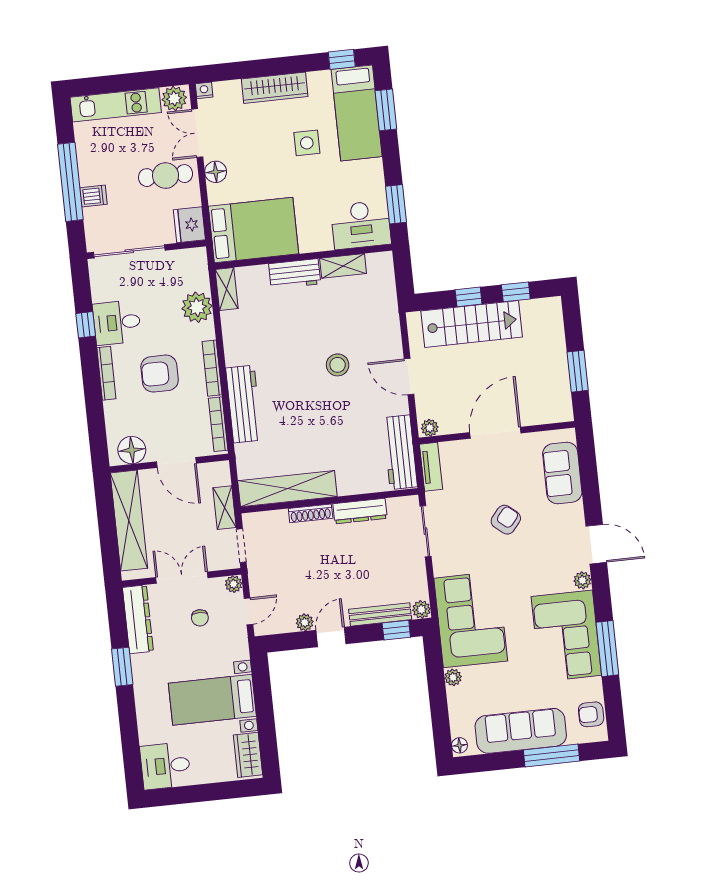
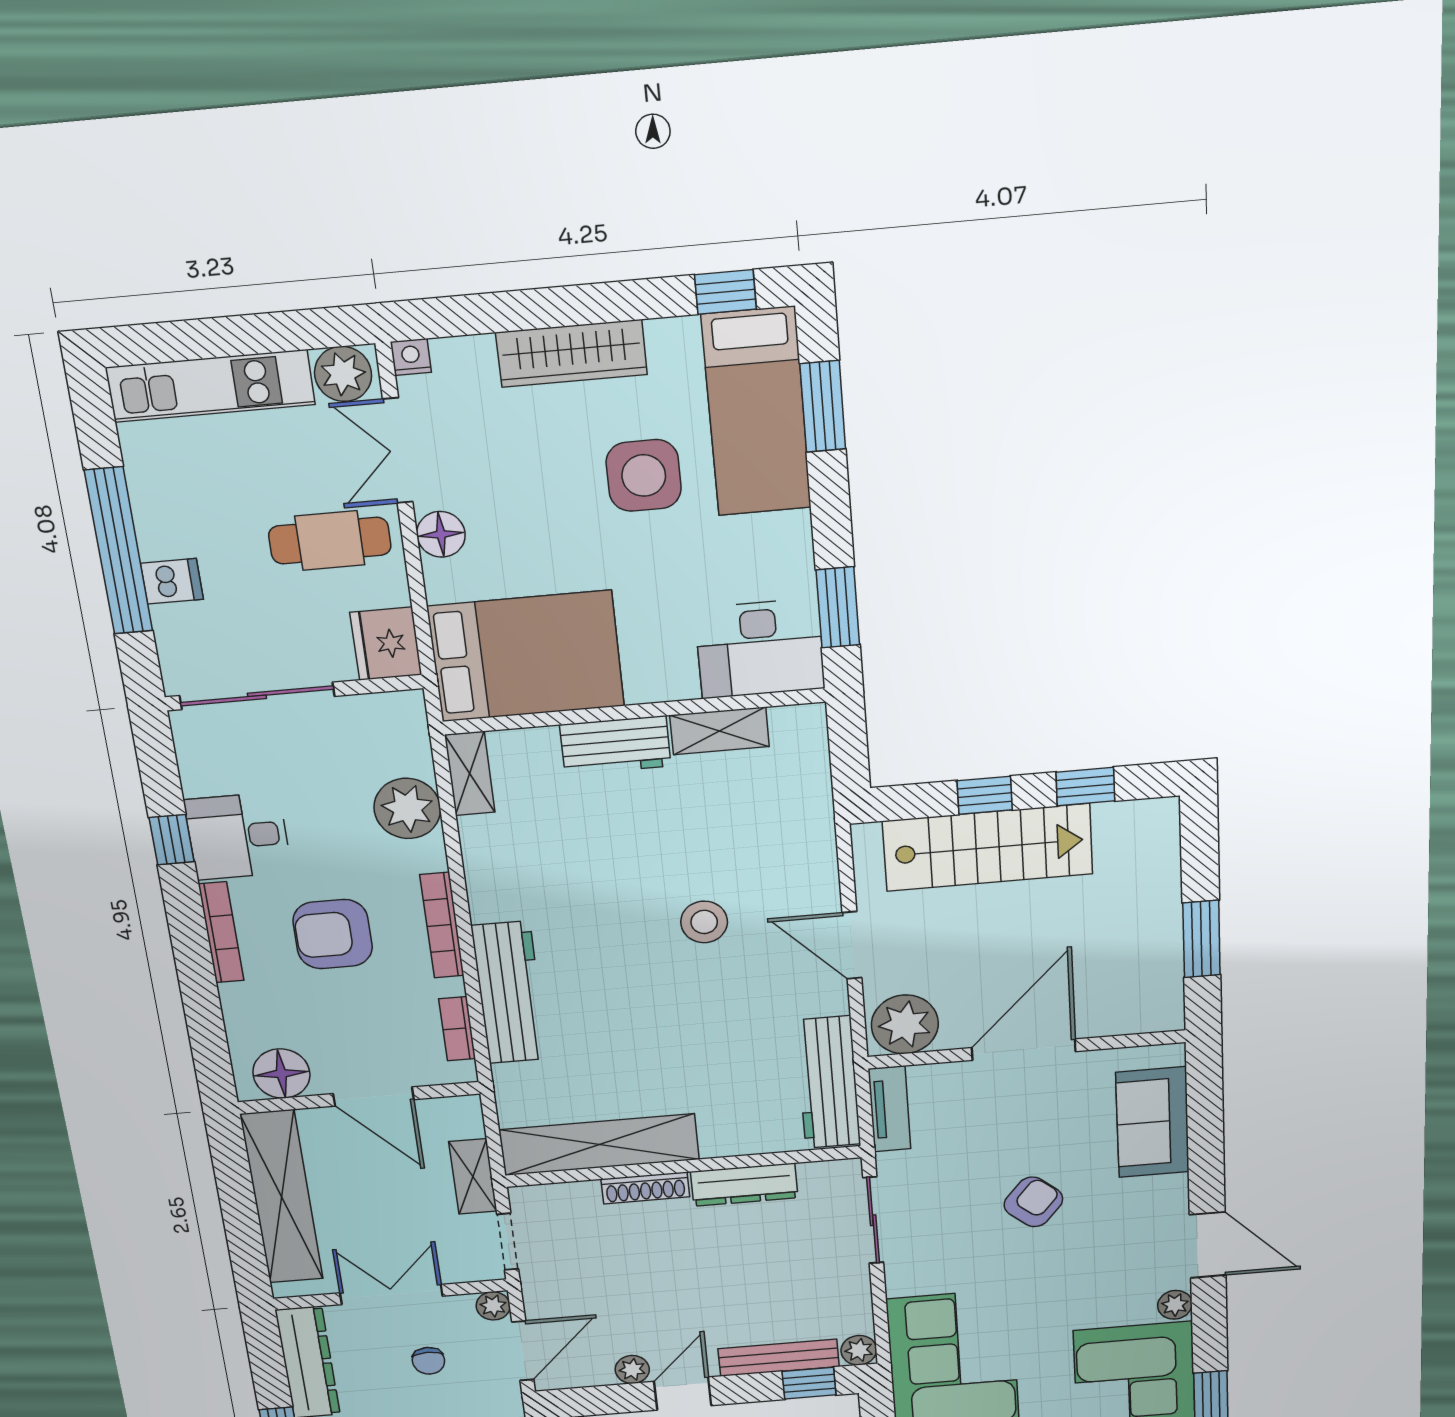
side table: (307, 143) -> (644, 475), width x1.37, depth x1.37
bookcase: (218, 424) -> (457, 1029), width x0.64
plant: (430, 428) -> (905, 1024), width x1.87, depth x1.87
door: (248, 611) -> (523, 1351), width x1.38

